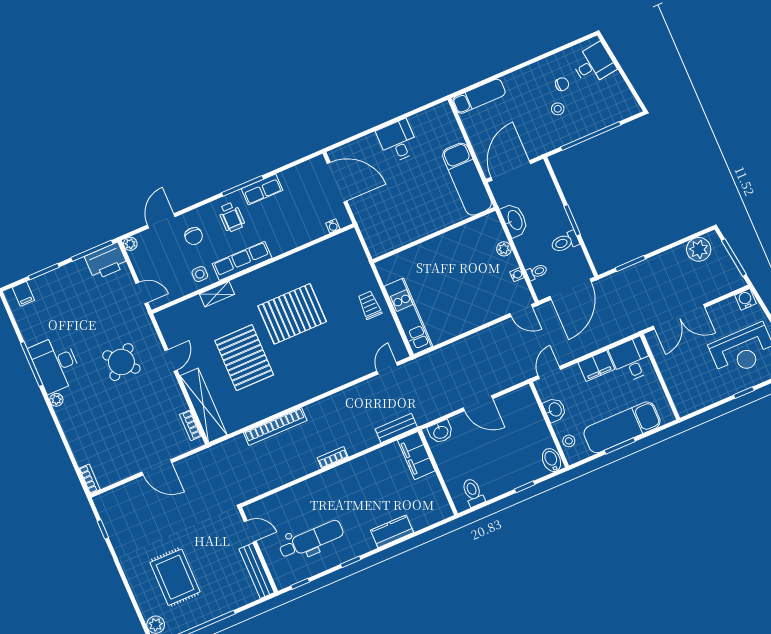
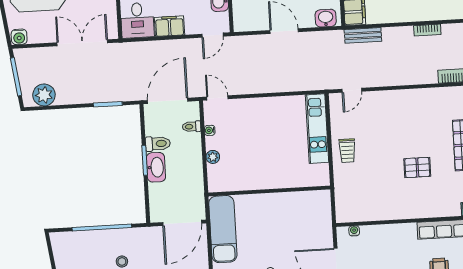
washbasin: (515, 220) -> (156, 167), moved, turned 180
pallet: (292, 314) -> (417, 167), width x0.49, depth x0.50

